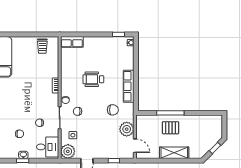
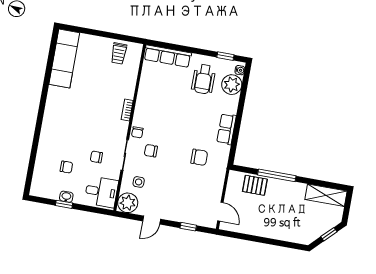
row of seats: (72, 42) -> (168, 56), width x1.48
wheelchair: (93, 79) -> (204, 79), moved, turned -90
row of seats: (129, 86) -> (226, 129), width x0.68
pallet: (170, 128) -> (255, 185), moved
plant: (127, 129) -> (232, 85), moved
shelving: (174, 153) -> (326, 195), moved

